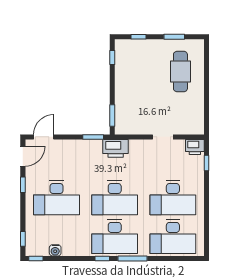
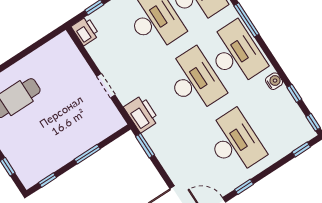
window: (112, 116) -> (87, 154), moved
doorway: (163, 137) -> (106, 86), moved
water cooler: (55, 250) -> (274, 81), moved
window: (102, 259) -> (294, 93), moved

